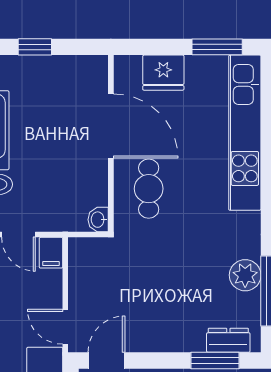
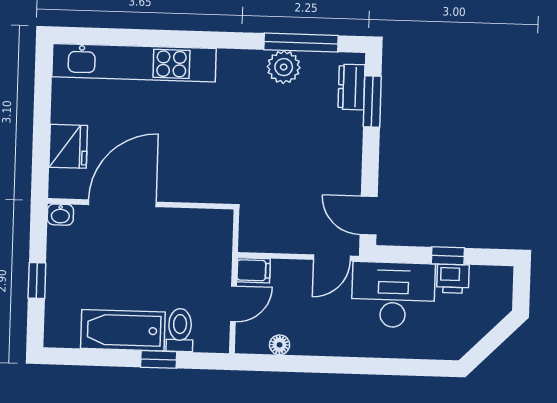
window: (217, 47) -> (43, 89), removed
cafe table: (149, 189) -> (189, 166), removed
washbasin: (98, 220) -> (60, 215), moved

